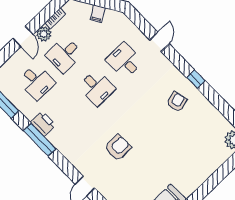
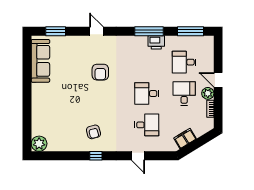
filing cabinet: (98, 14) -> (185, 138), width x2.00

